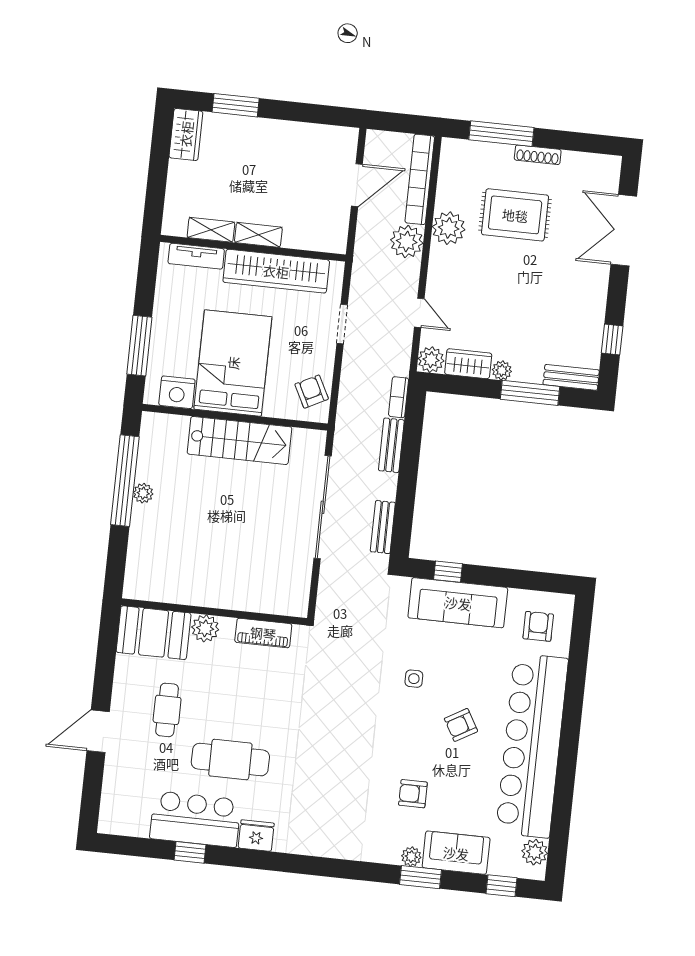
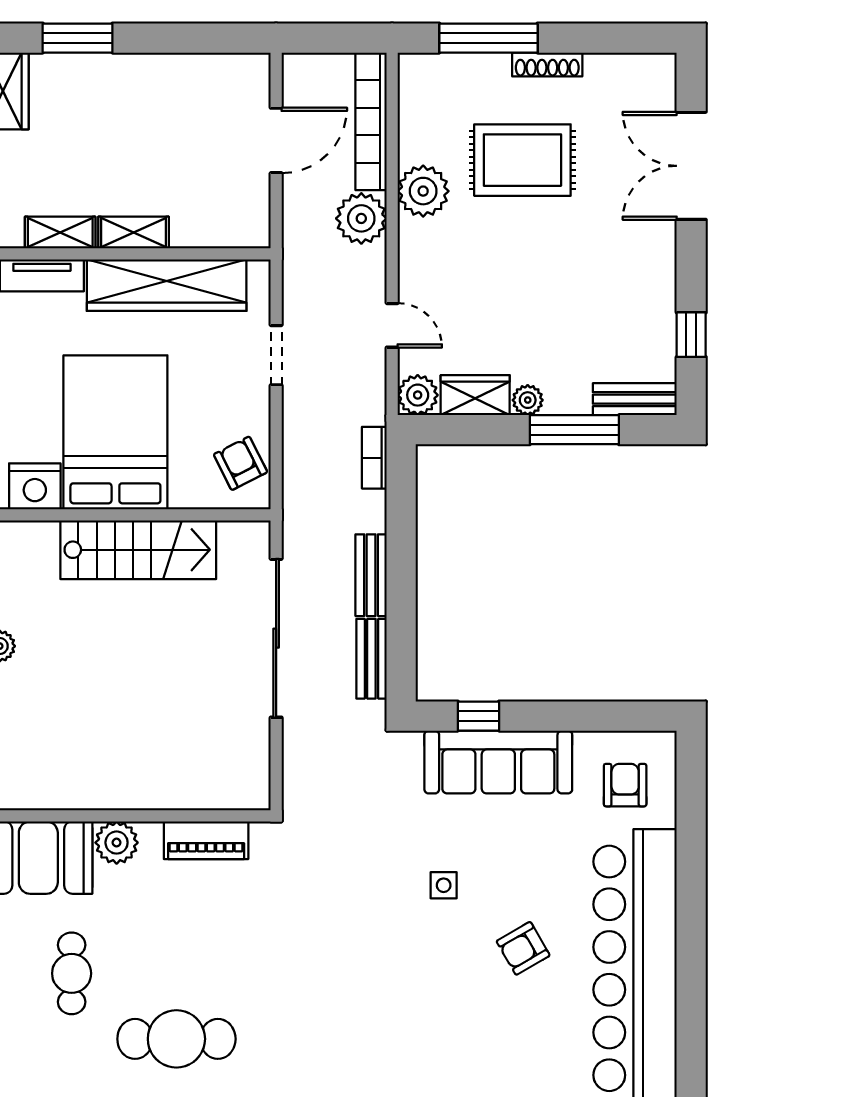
bench: (391, 445) -> (371, 575), moved
armchair: (413, 794) -> (461, 1061), removed

